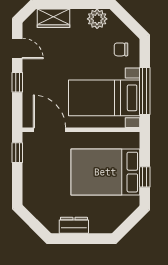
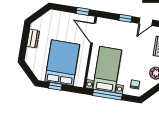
door: (49, 130) -> (93, 33), swing flipped

